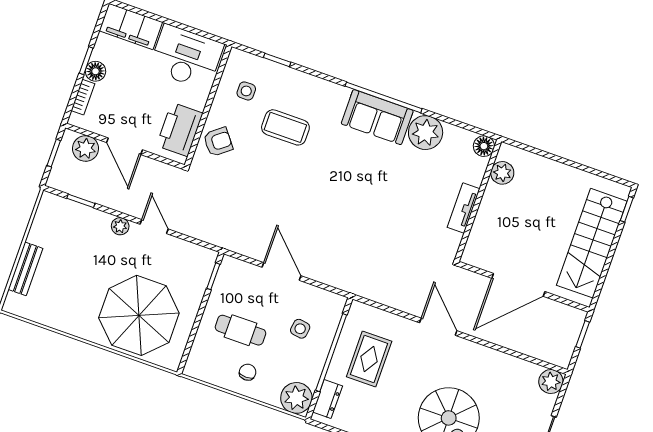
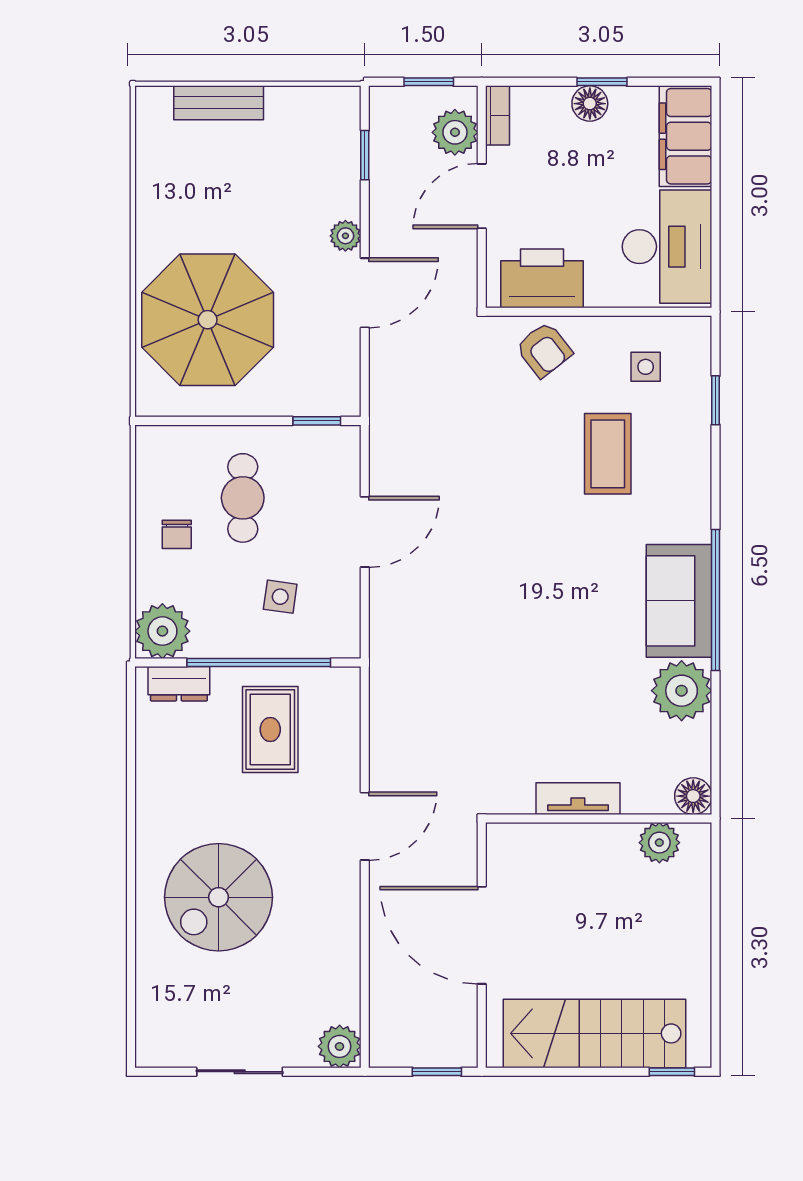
bookcase: (83, 97) -> (497, 115), moved, turned -90
door: (154, 227) -> (365, 293), width x1.38
rug: (369, 359) -> (270, 729), turned 90
chair: (248, 372) -> (177, 534), turned 90

